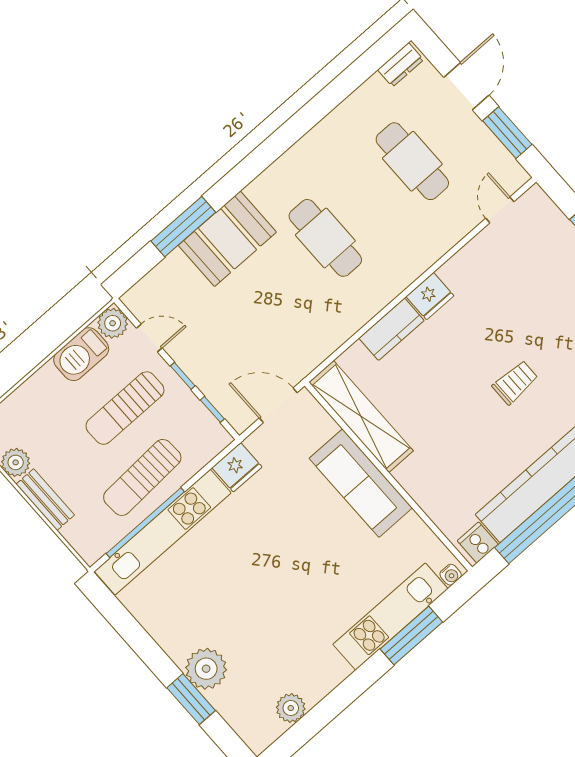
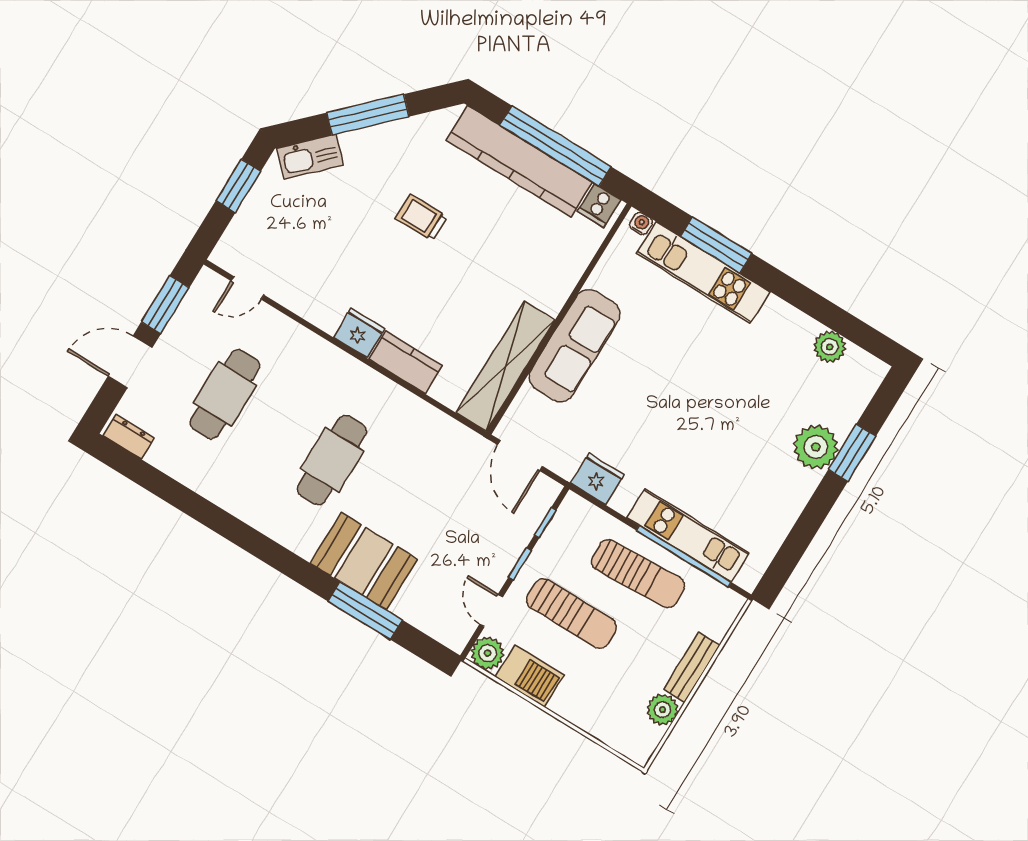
kitchen unit: (163, 532) -> (688, 535), width x0.73

